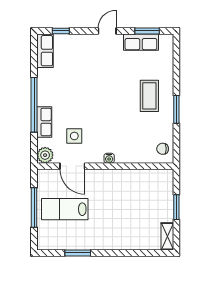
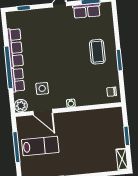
row of seats: (45, 51) -> (15, 48), moved, width x1.48
lab bench: (65, 209) -> (40, 146), turned 180

